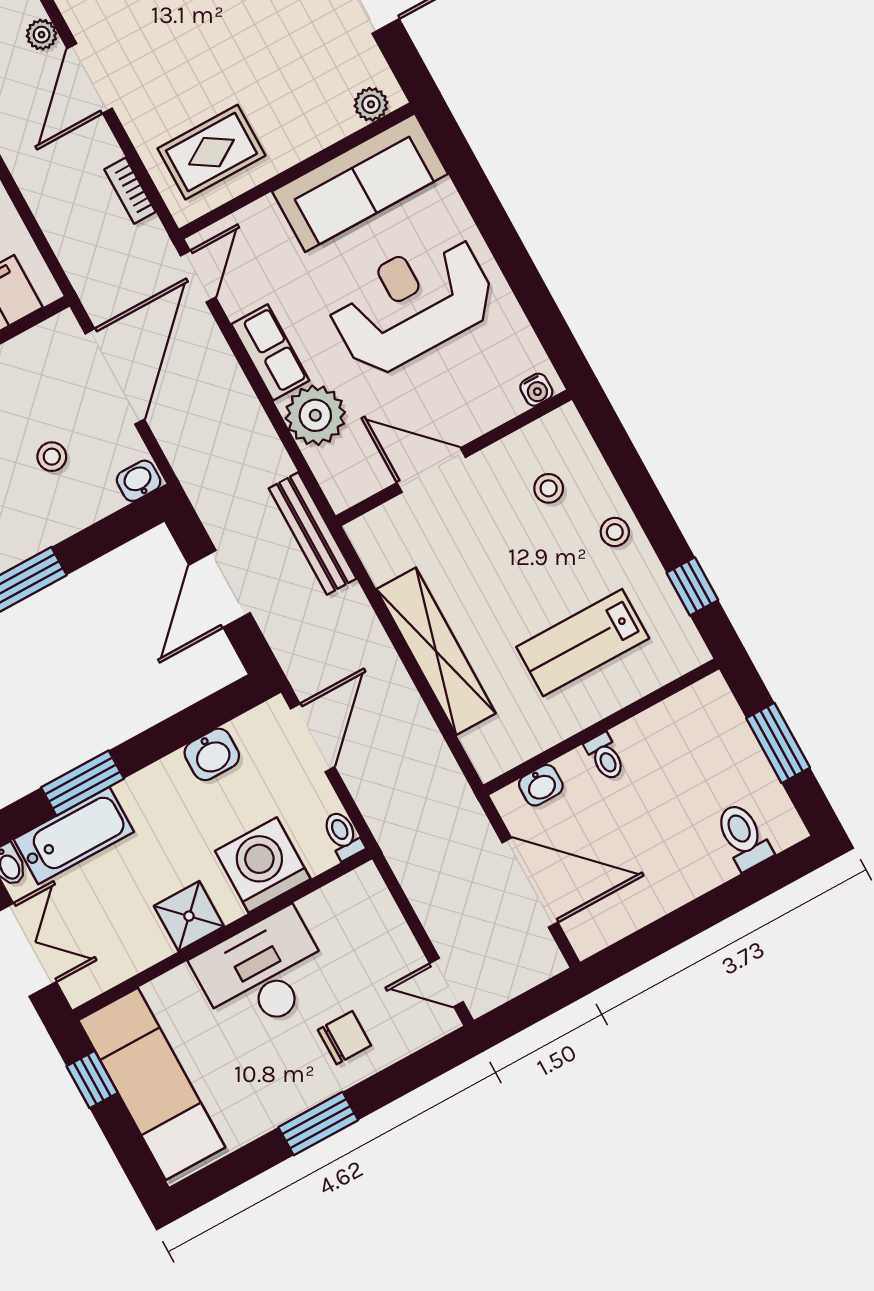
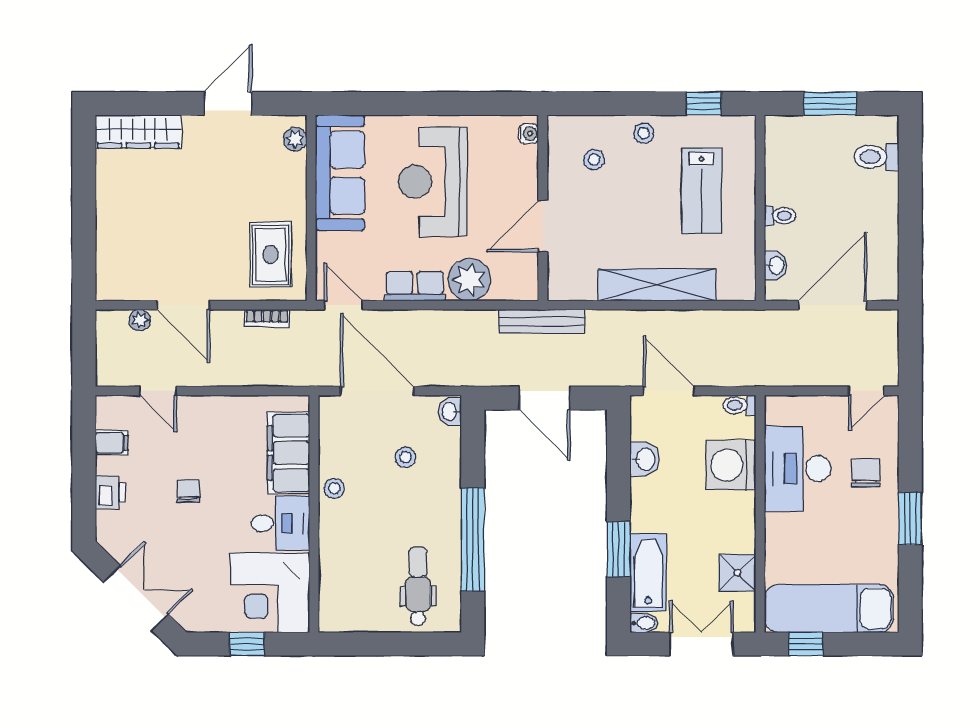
shower: (189, 916) -> (737, 573), moved
desk: (263, 973) -> (798, 469), moved

